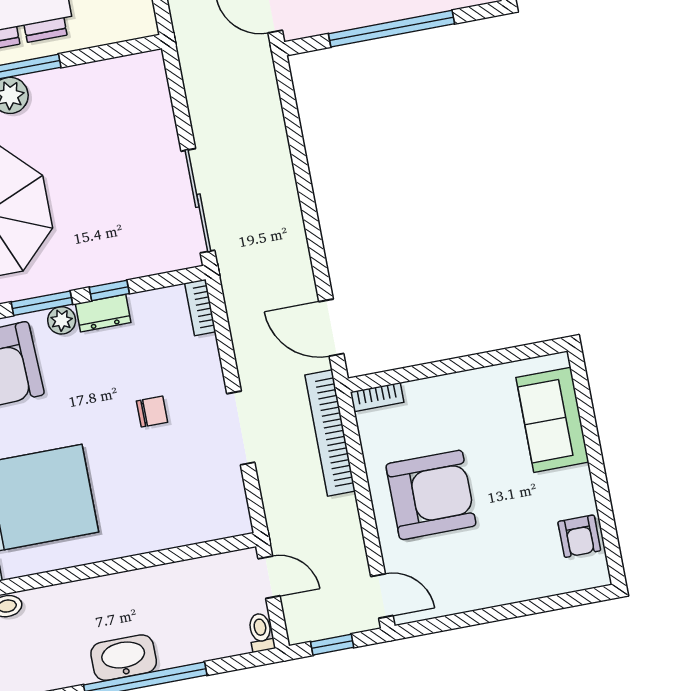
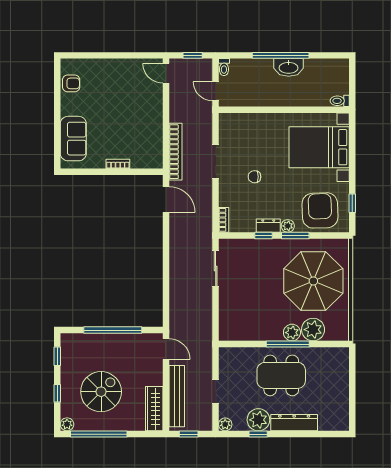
sliding door: (198, 201) -> (216, 269), width x0.73
bookcase: (377, 397) -> (118, 164), moved
armchair: (431, 495) -> (135, 115), removed
armchair: (579, 536) -> (71, 83), turned 90

